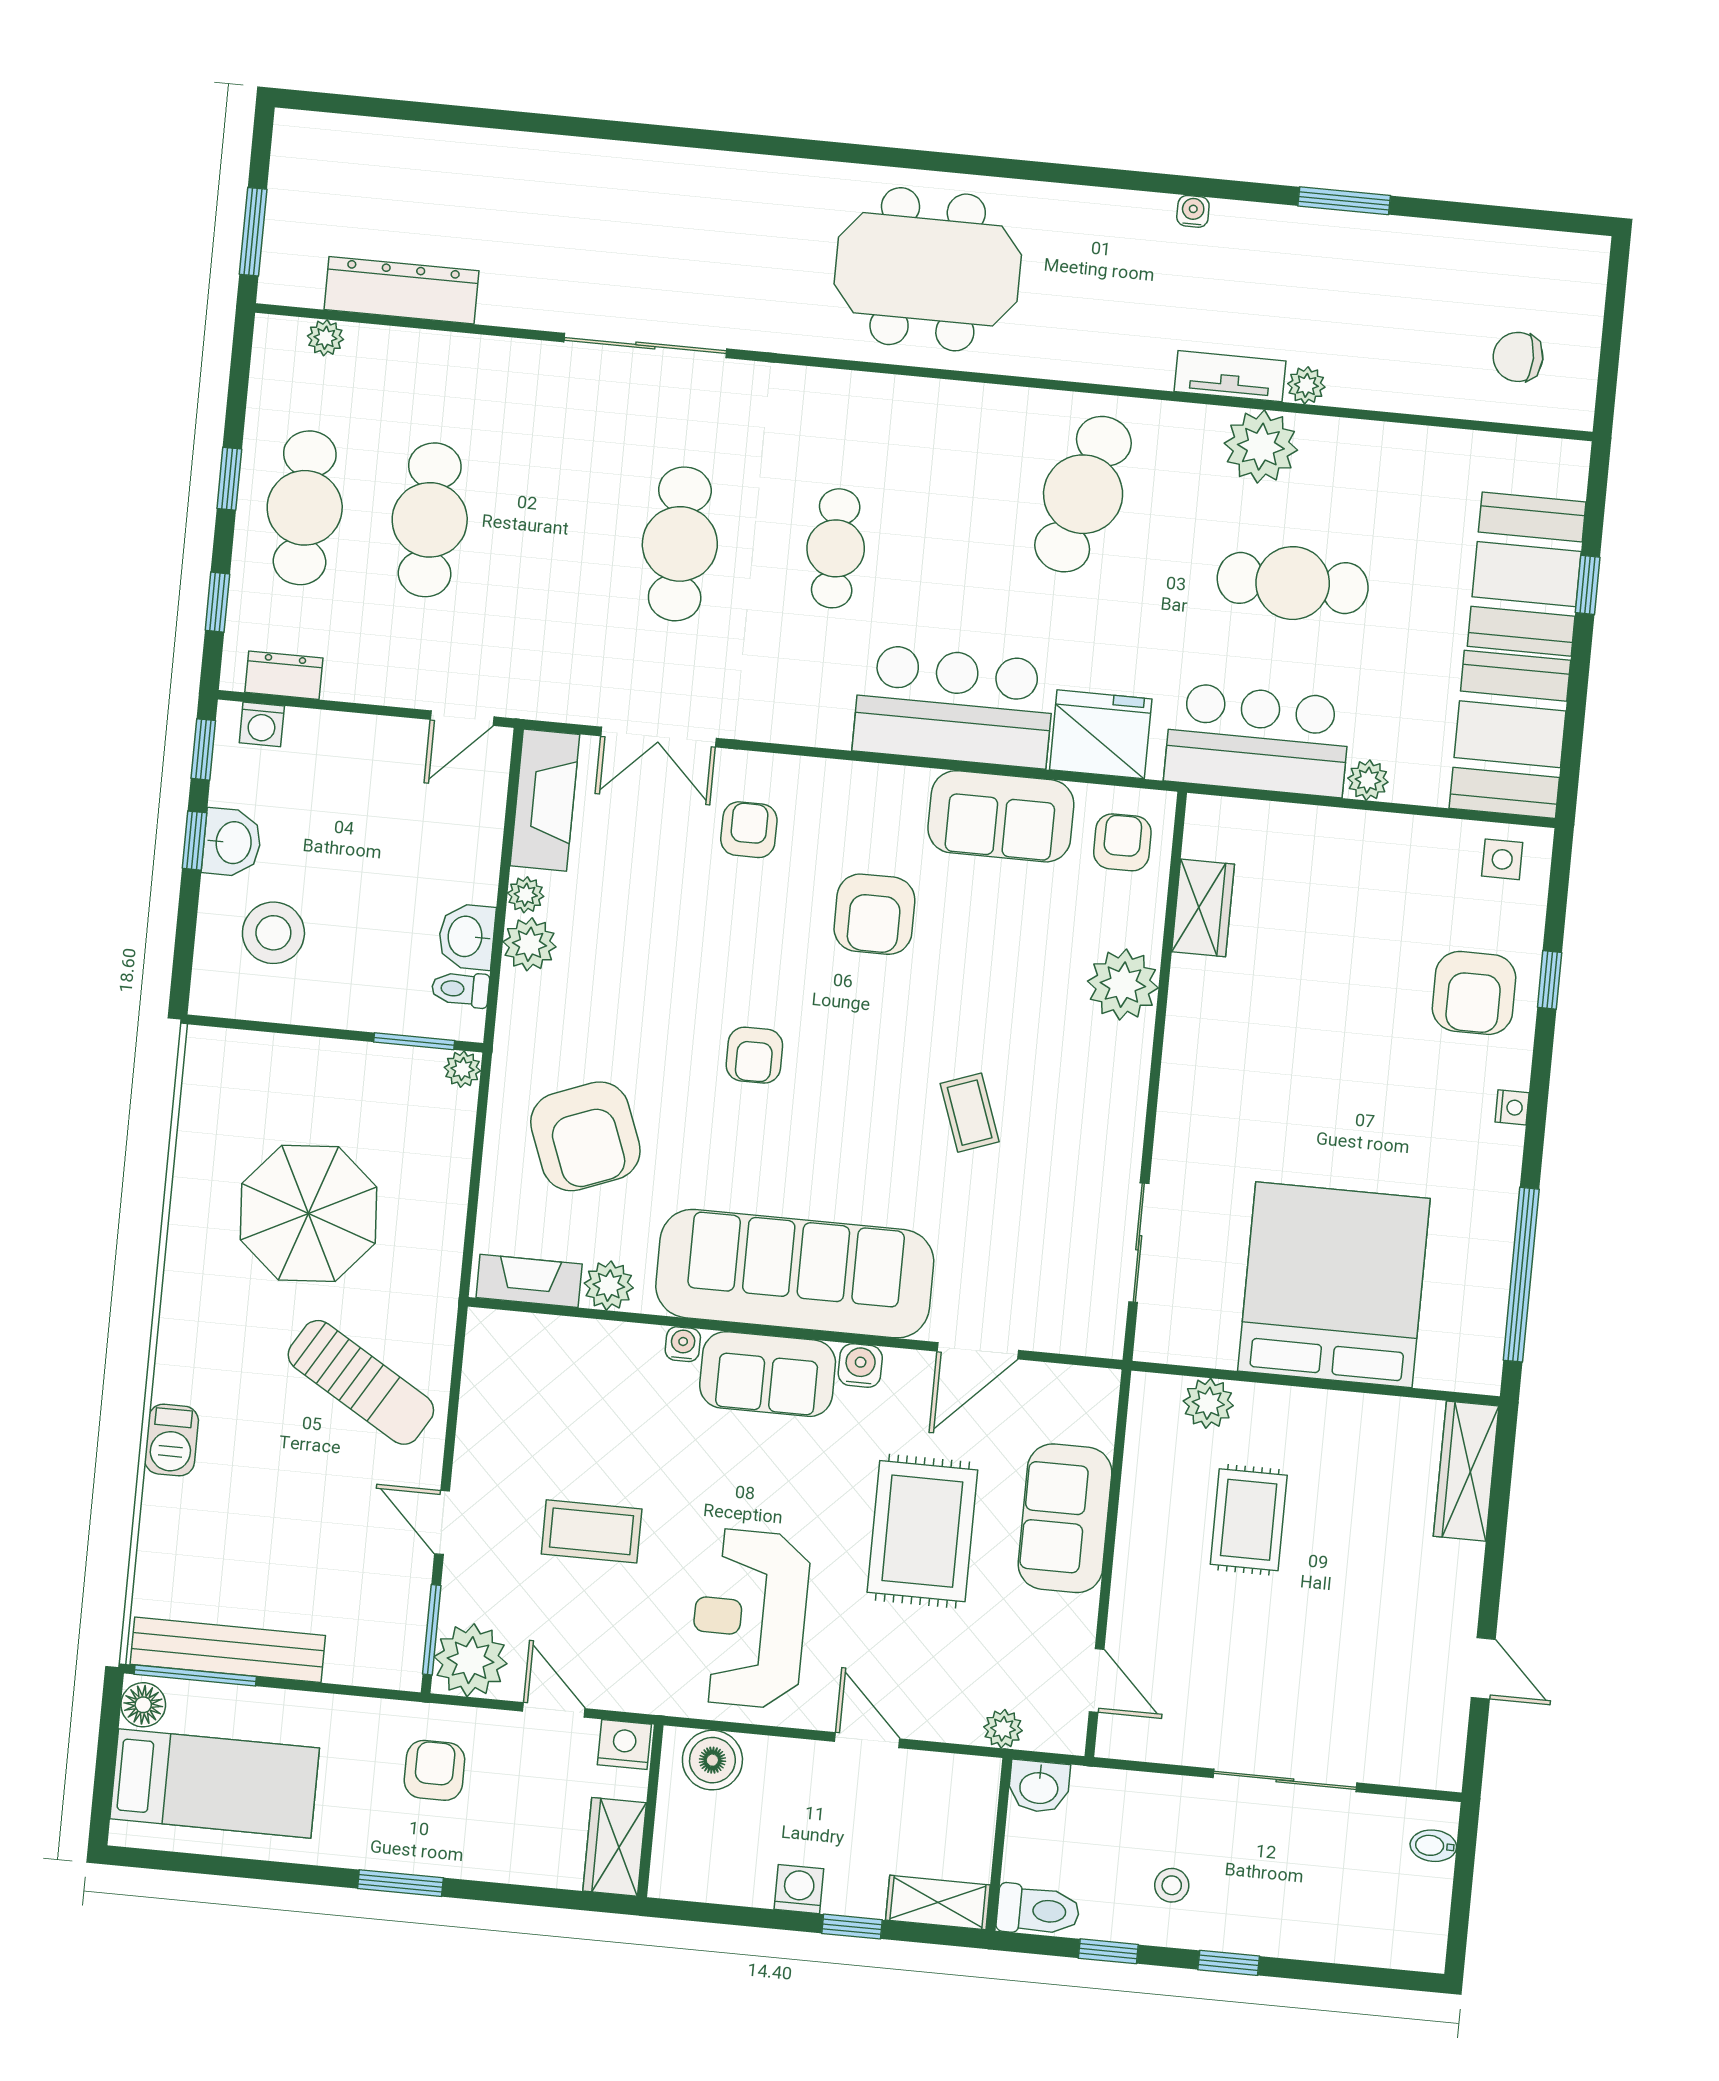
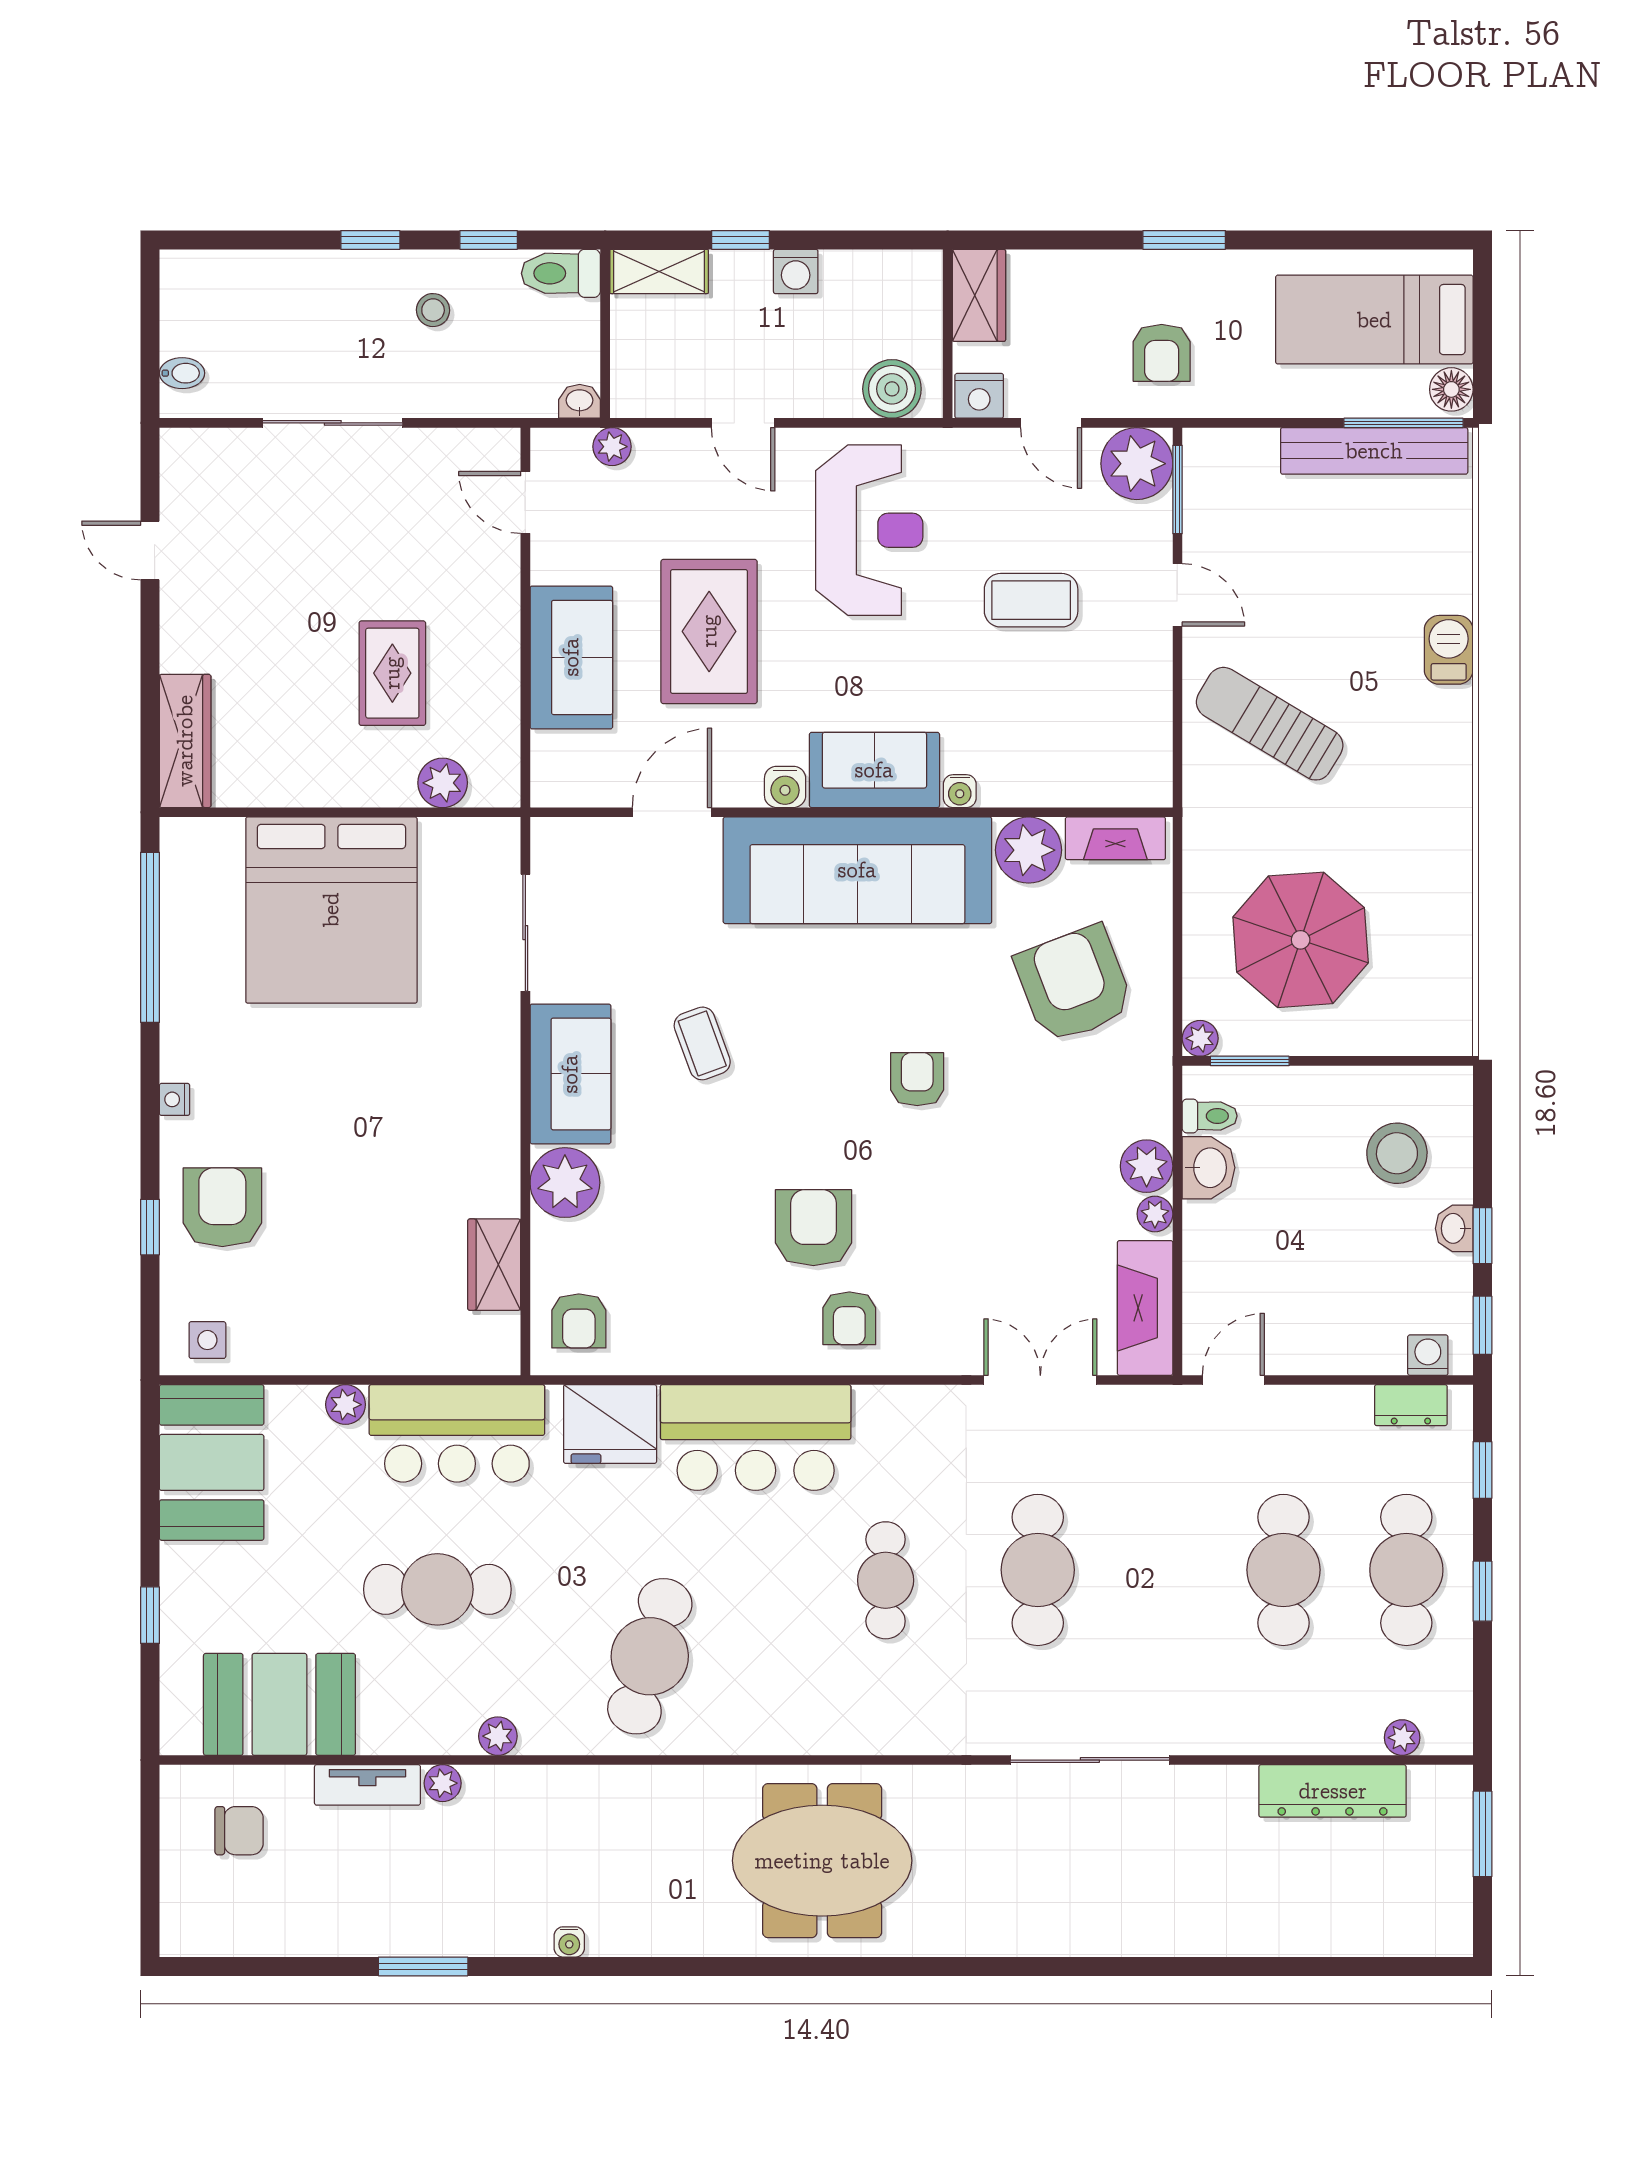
tv unit: (1230, 376) -> (367, 1785), moved
plant: (1261, 447) -> (498, 1736), width x0.53, depth x0.53
booth: (1527, 574) -> (279, 1704), moved, turned 90
sofa: (1001, 816) -> (570, 1074), moved, turned 90
armchair: (749, 830) -> (849, 1318), moved
washbasin: (232, 842) -> (1454, 1228), width x0.72, depth x0.69
parasol: (309, 1213) -> (1301, 940), moved
plant: (609, 1286) -> (1029, 850), width x1.36, depth x1.36
washbasin: (1039, 1787) -> (580, 401), width x0.72, depth x0.69

